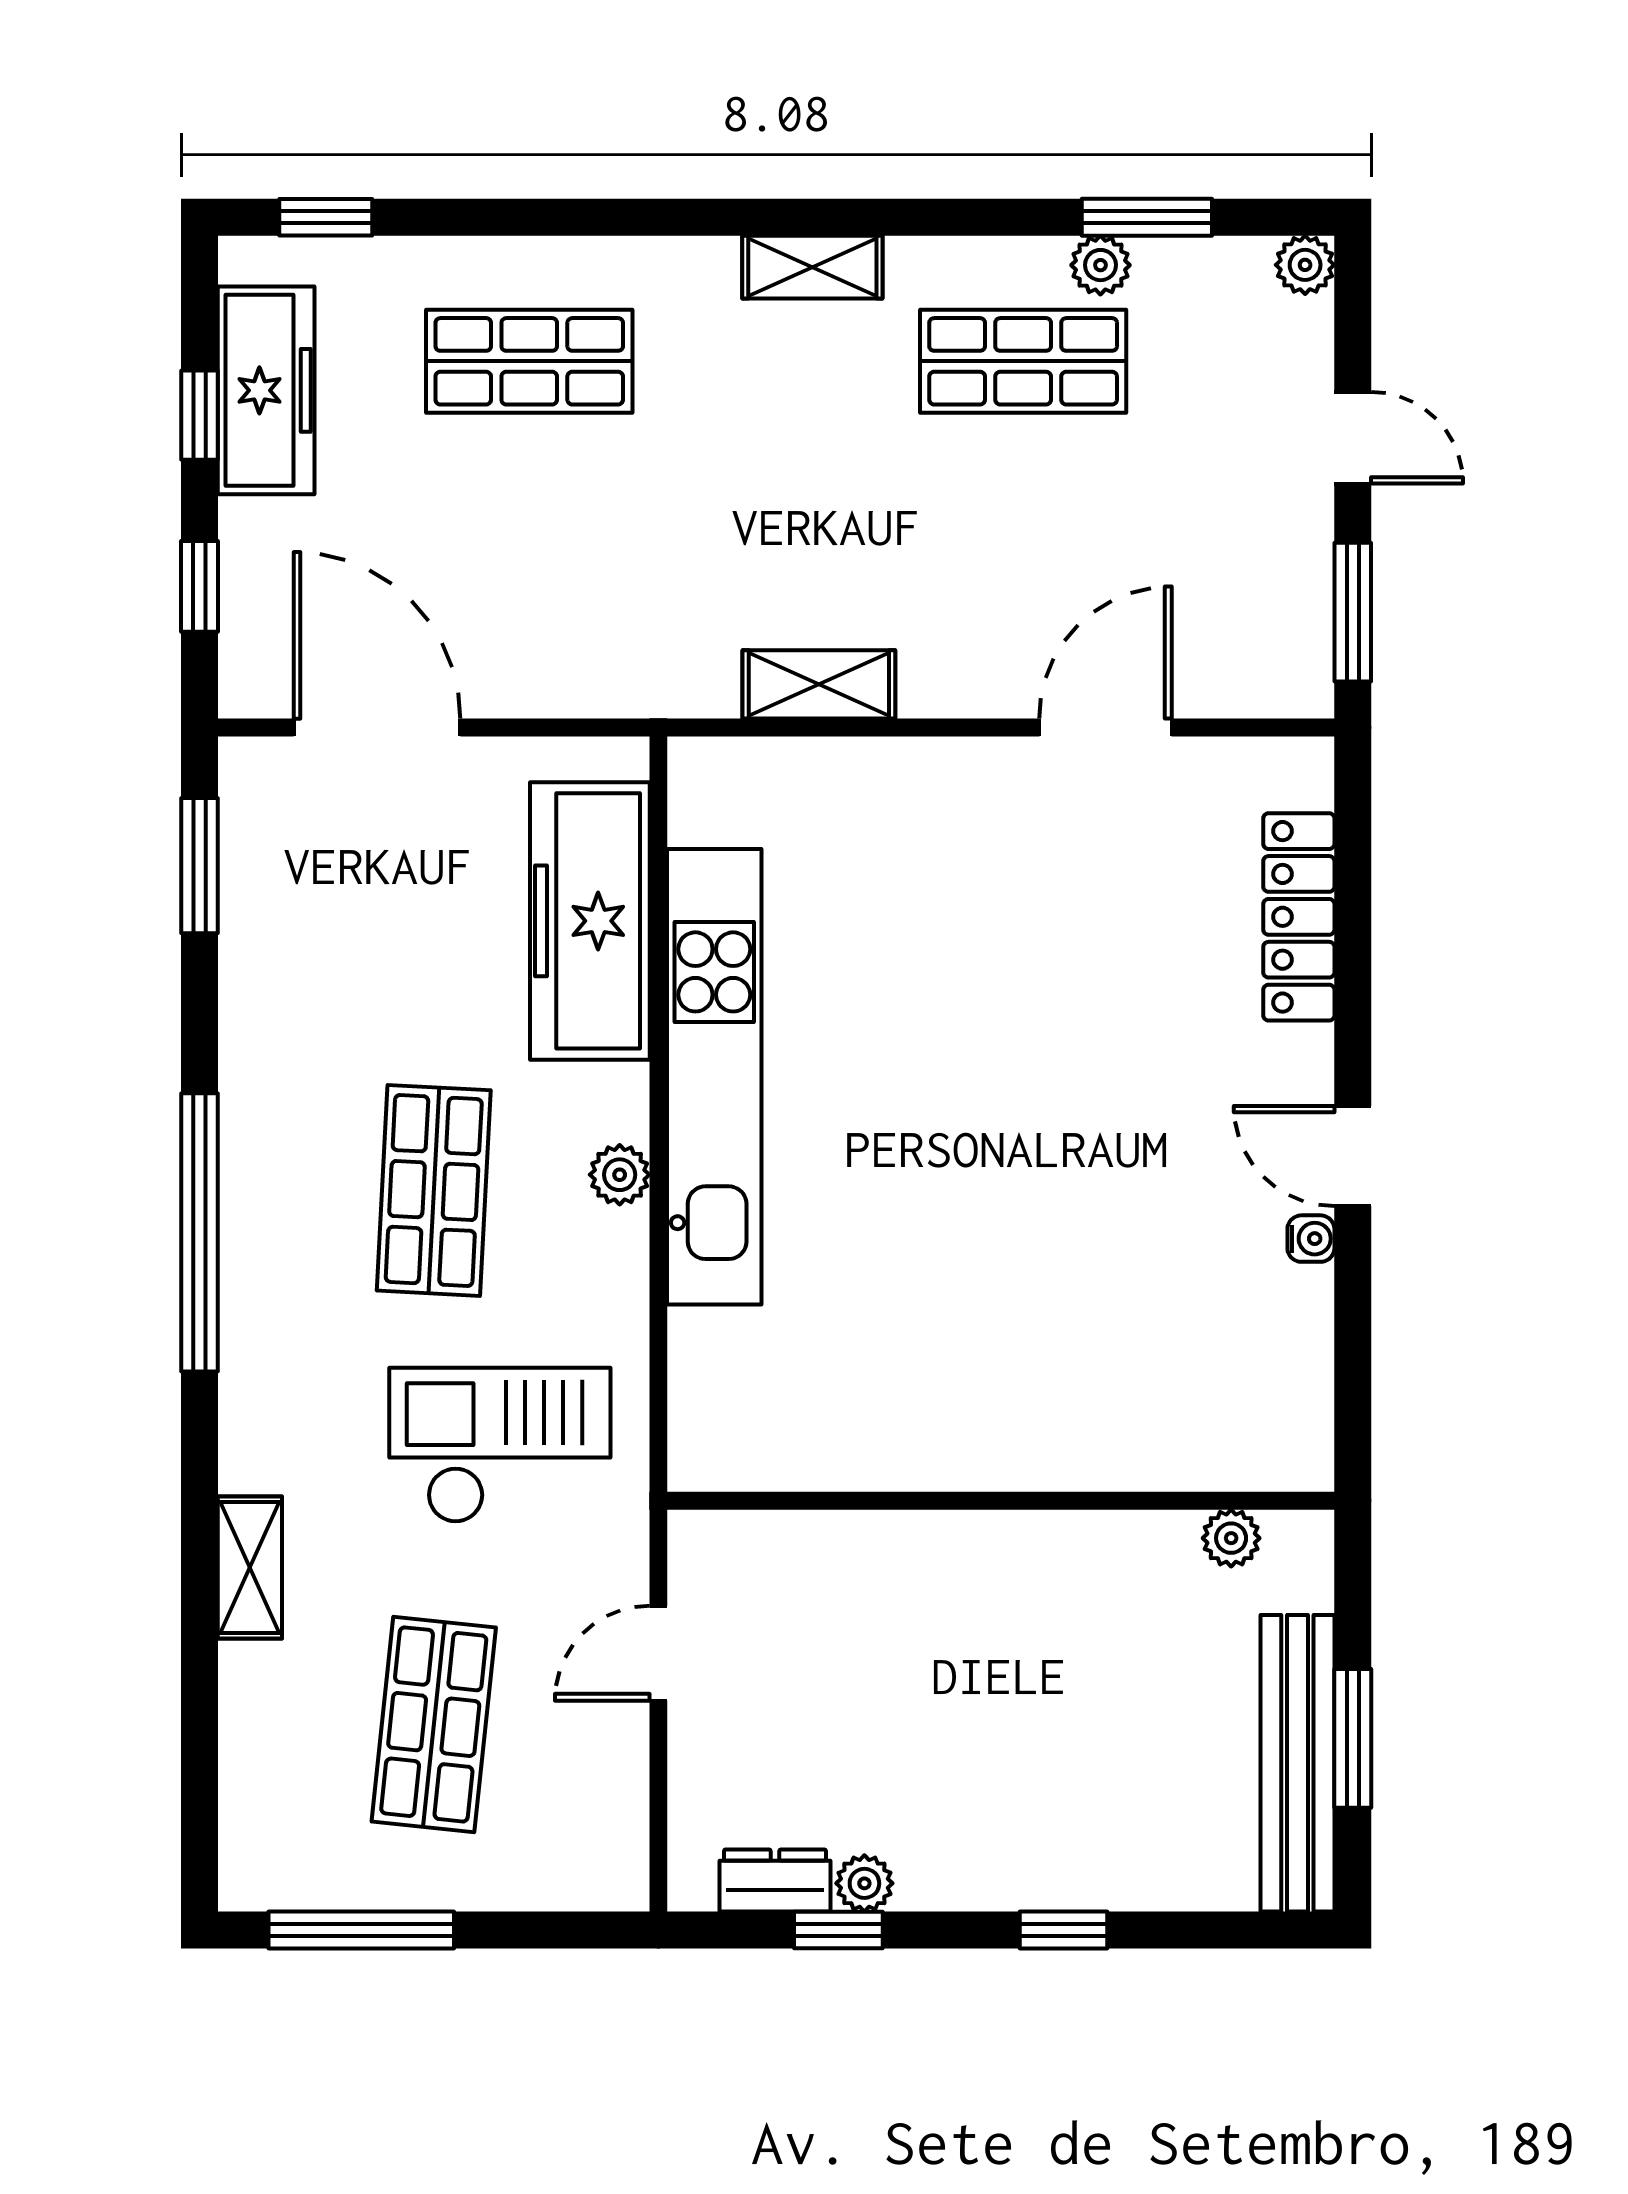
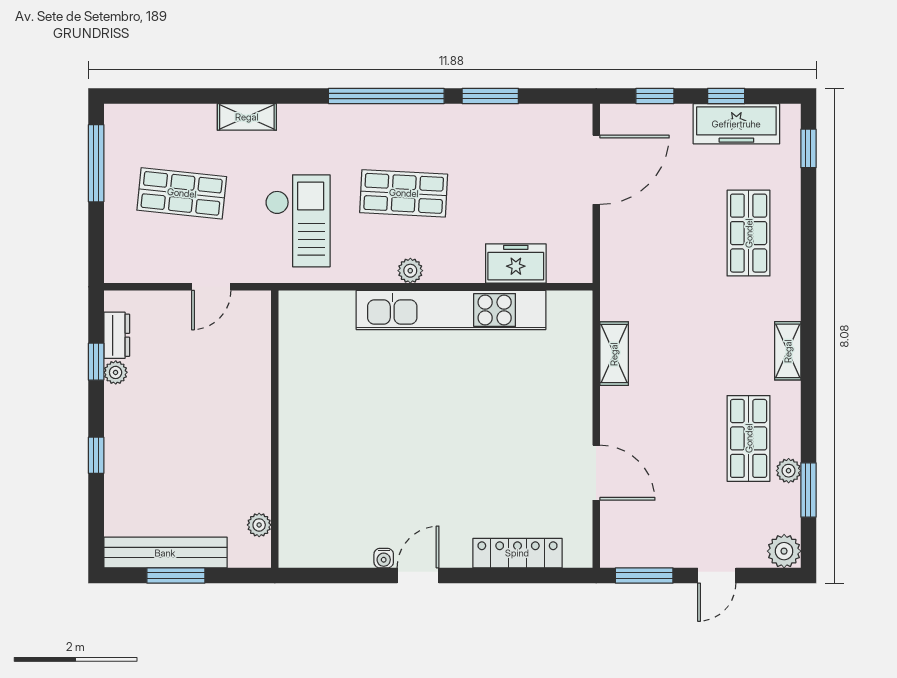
plant: (1305, 265) -> (784, 551), width x1.38, depth x1.38
window: (200, 866) -> (490, 96), moved
freezer: (590, 921) -> (516, 263), width x0.52, depth x0.79
door: (658, 1653) -> (211, 287), swing flipped

